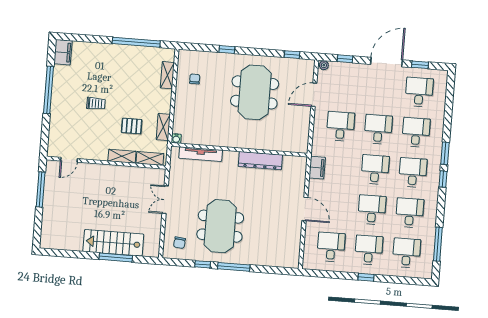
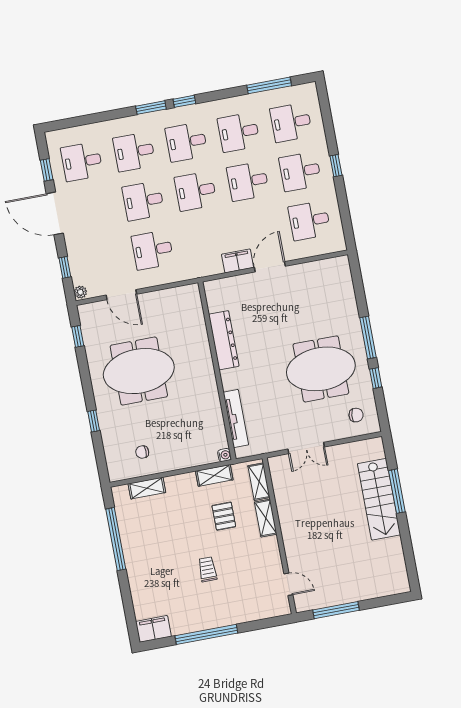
filing cabinet: (317, 168) -> (238, 261), moved

